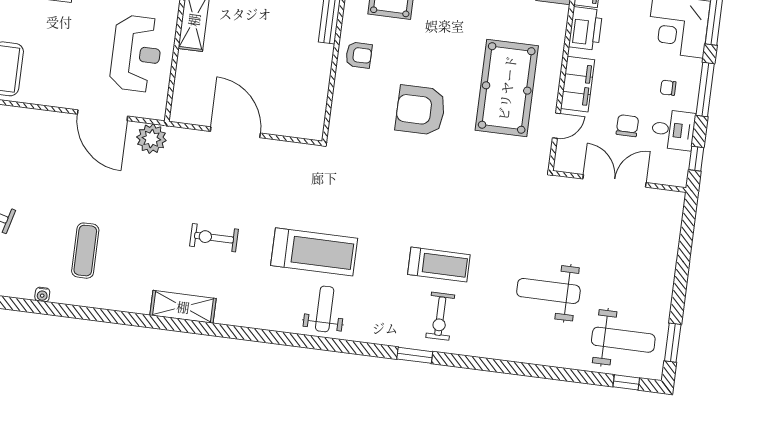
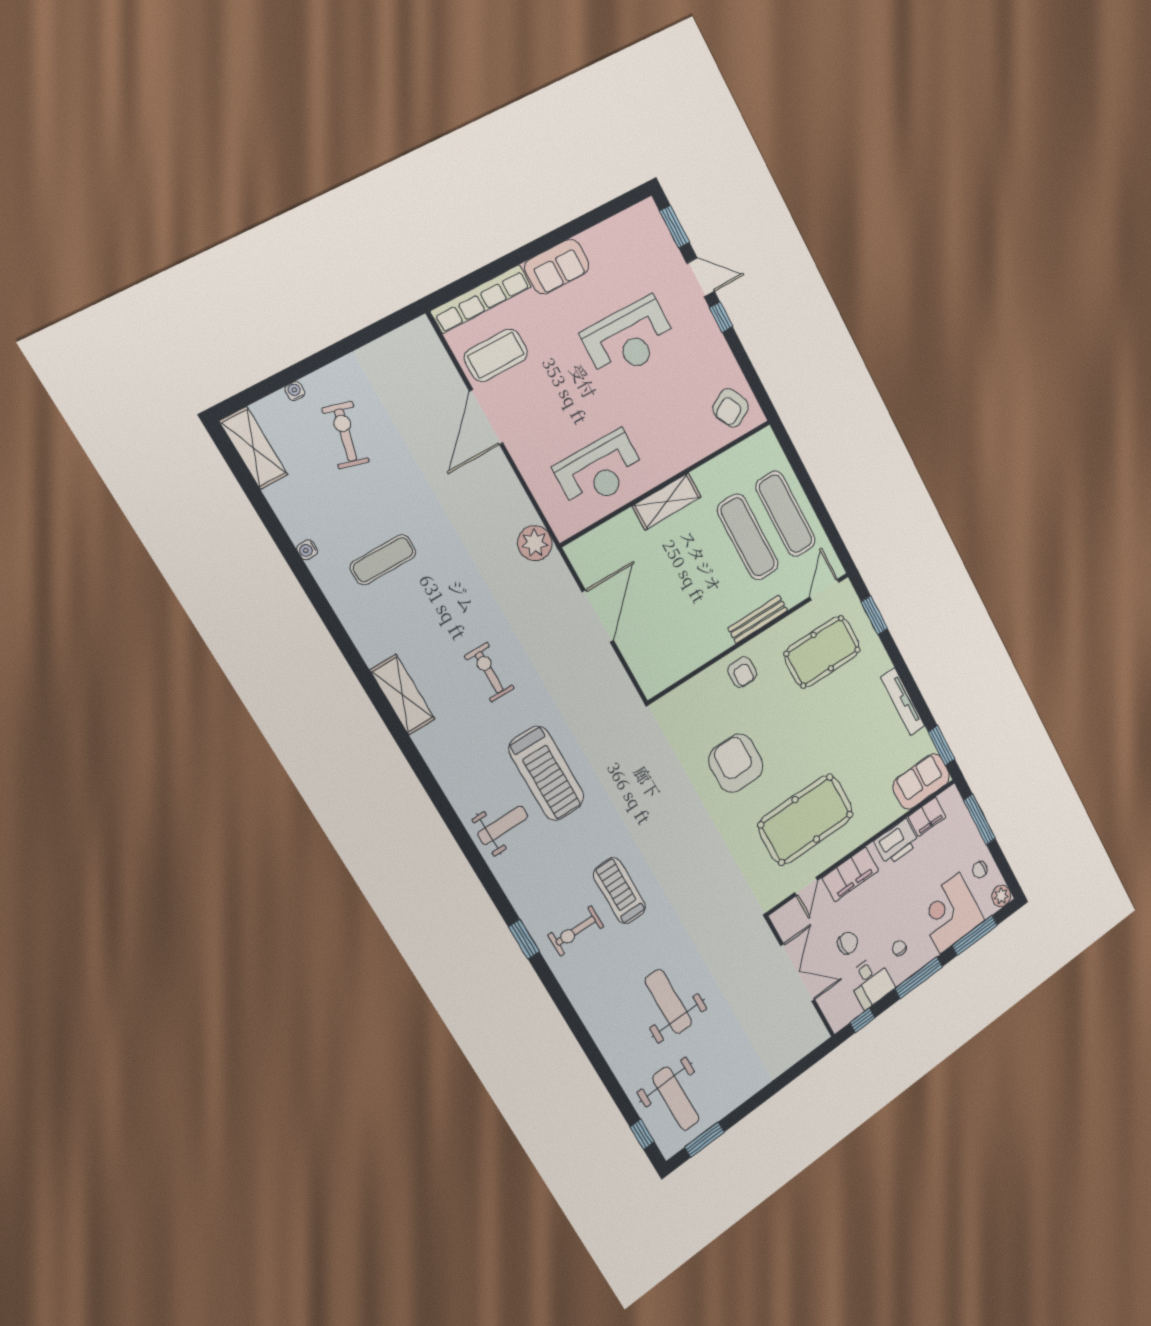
door: (102, 115) -> (486, 417), moved
door: (556, 126) -> (806, 887), hinge flipped
treadmill: (439, 265) -> (619, 891), turned 180

